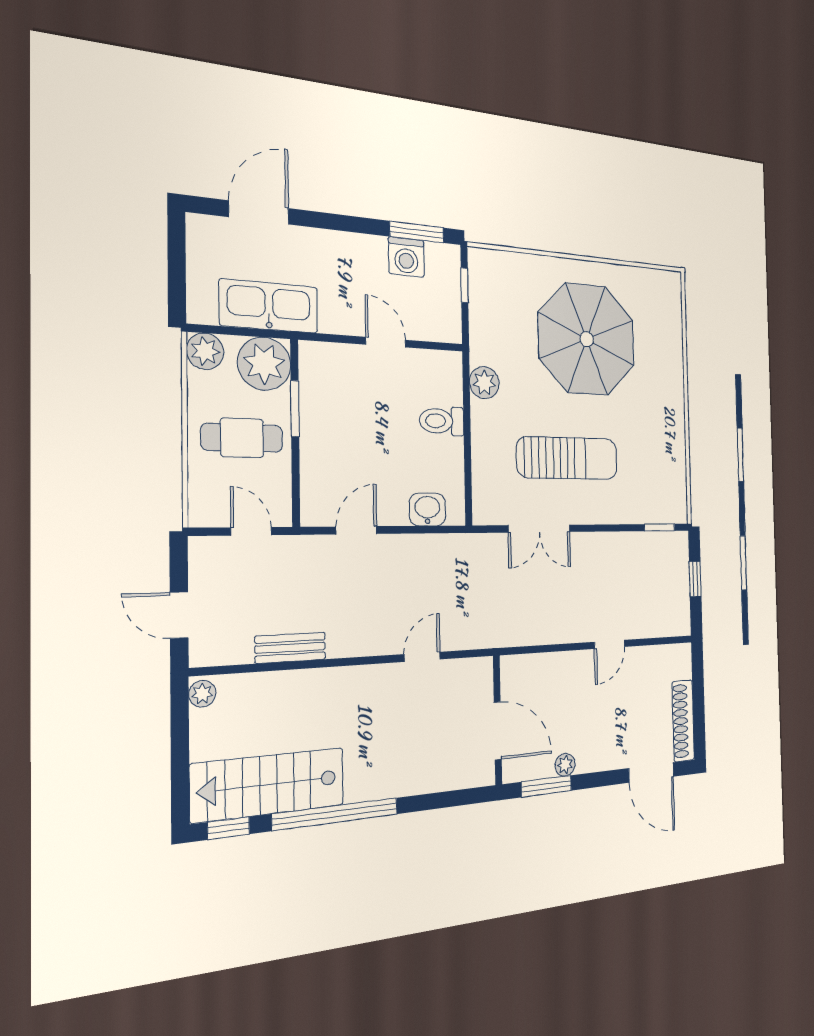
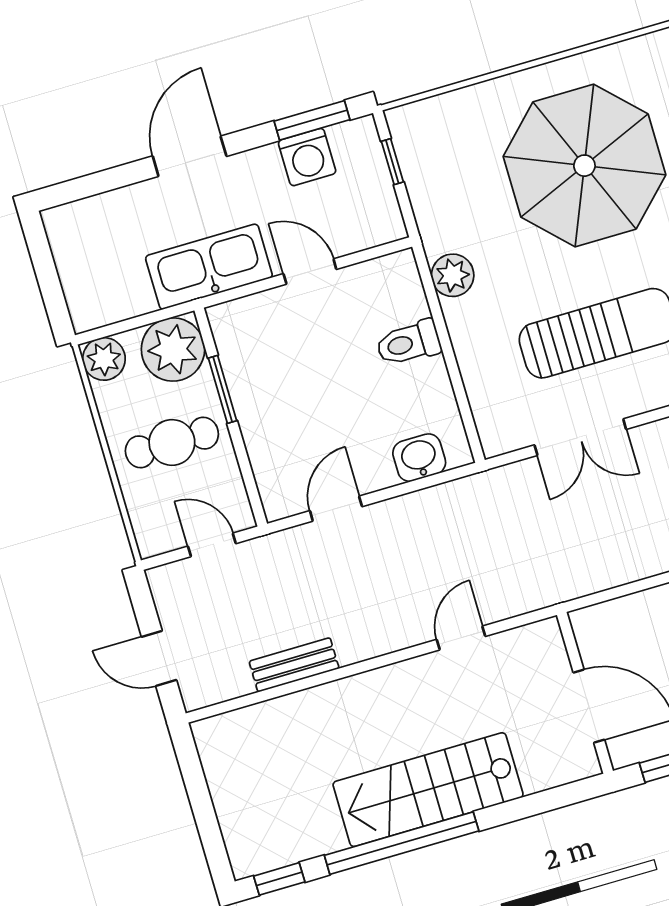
door: (259, 213) -> (190, 156), moved
kitchen sink: (269, 306) -> (209, 267), moved
plant: (202, 694) -> (208, 738), removed
stairs: (268, 785) -> (428, 790), moved

